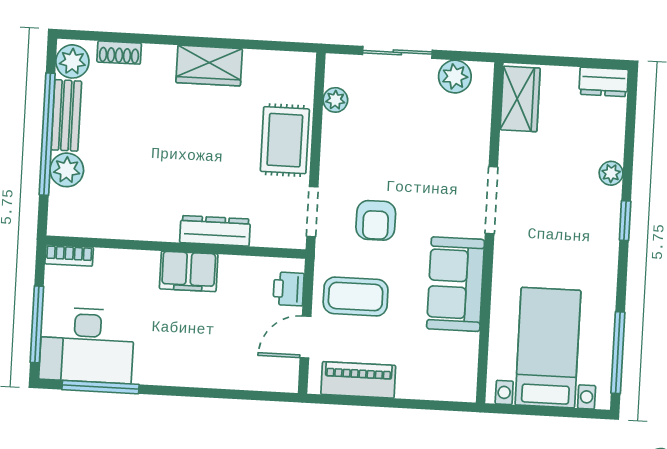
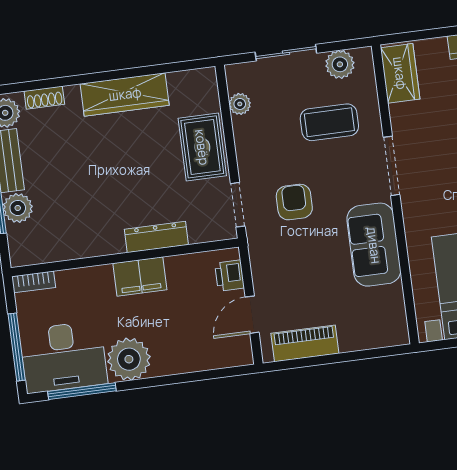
wardrobe: (209, 66) -> (125, 94), width x1.50
armchair: (376, 220) -> (294, 202), turned 180
coffee table: (356, 297) -> (329, 122), moved
plant: (159, 361) -> (129, 359), added

